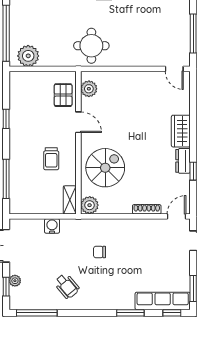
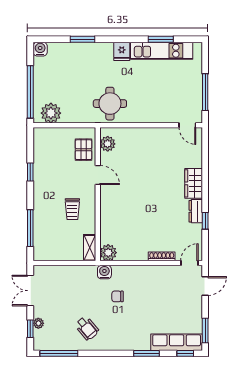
spiral stairs: (105, 168) -> (123, 218), removed
water cooler: (52, 226) -> (104, 272), moved

